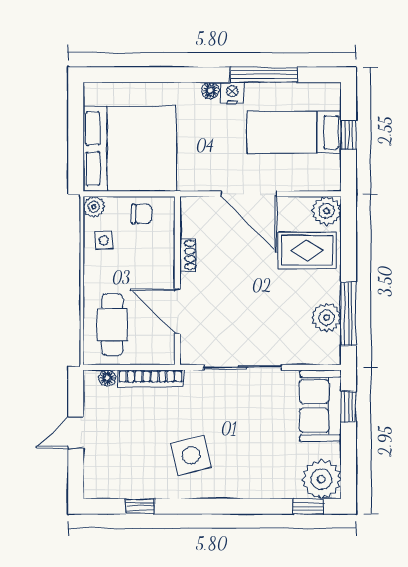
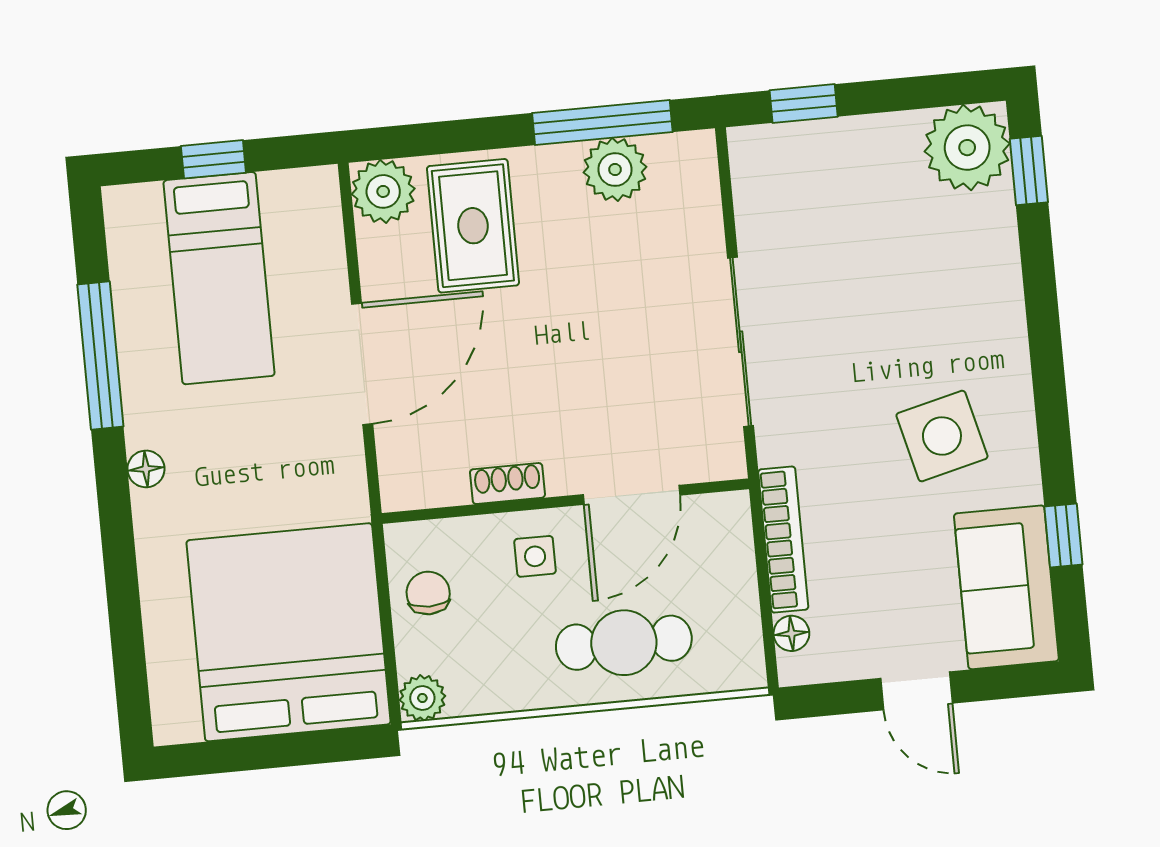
nightstand: (232, 93) -> (146, 421), removed
side table: (104, 240) -> (535, 556), moved
cafe table: (112, 325) -> (624, 643), moved
sofa: (320, 406) -> (1006, 587), moved, turned 90

